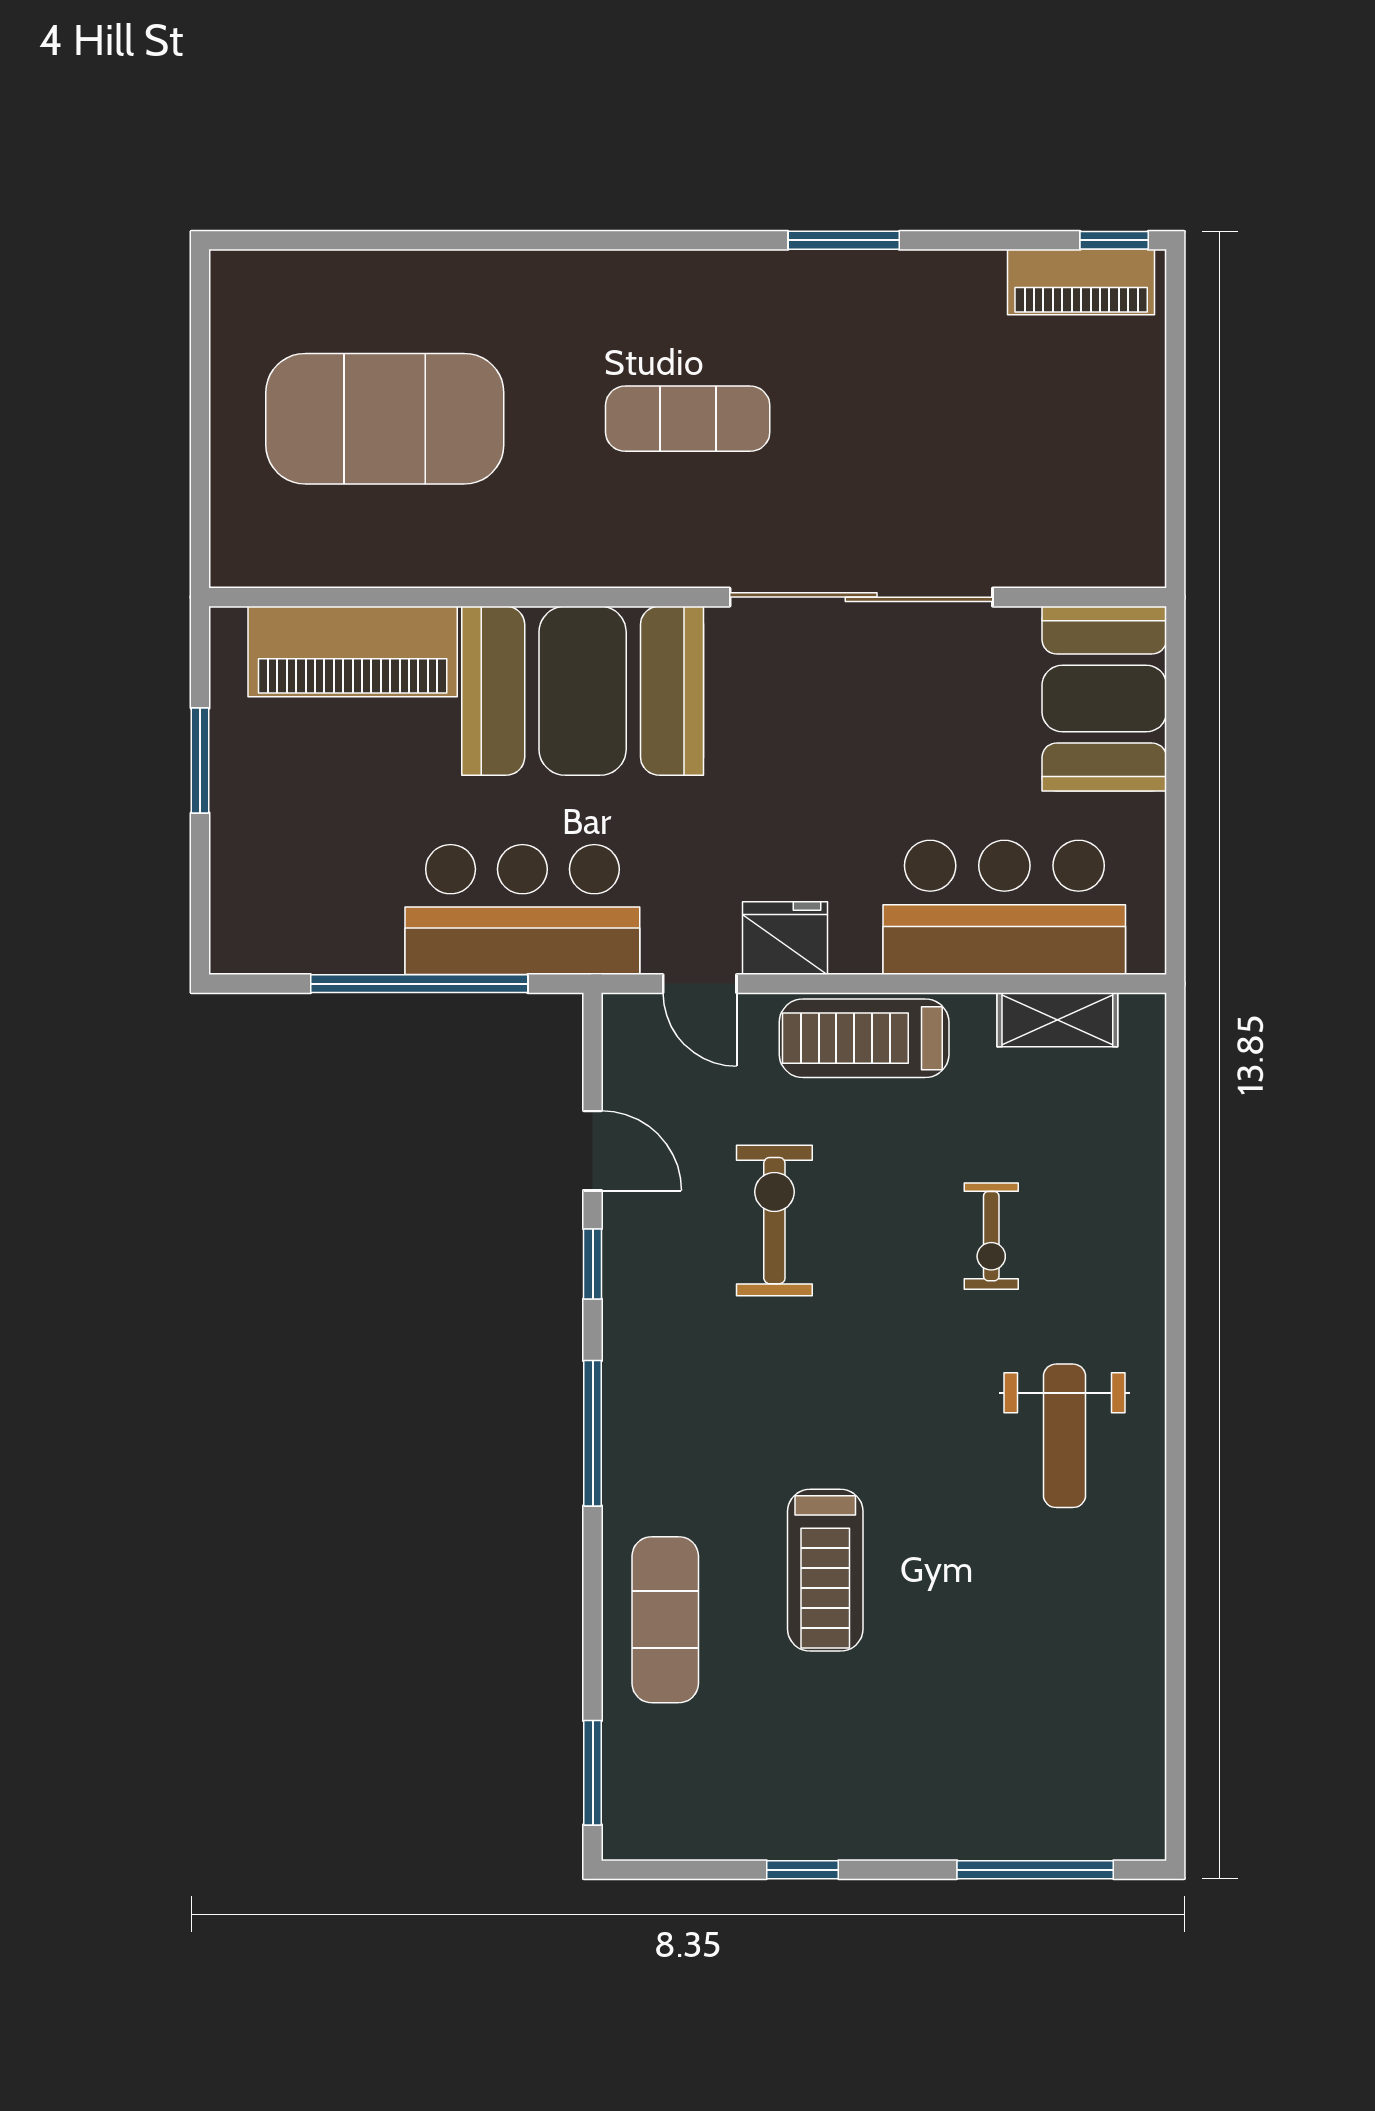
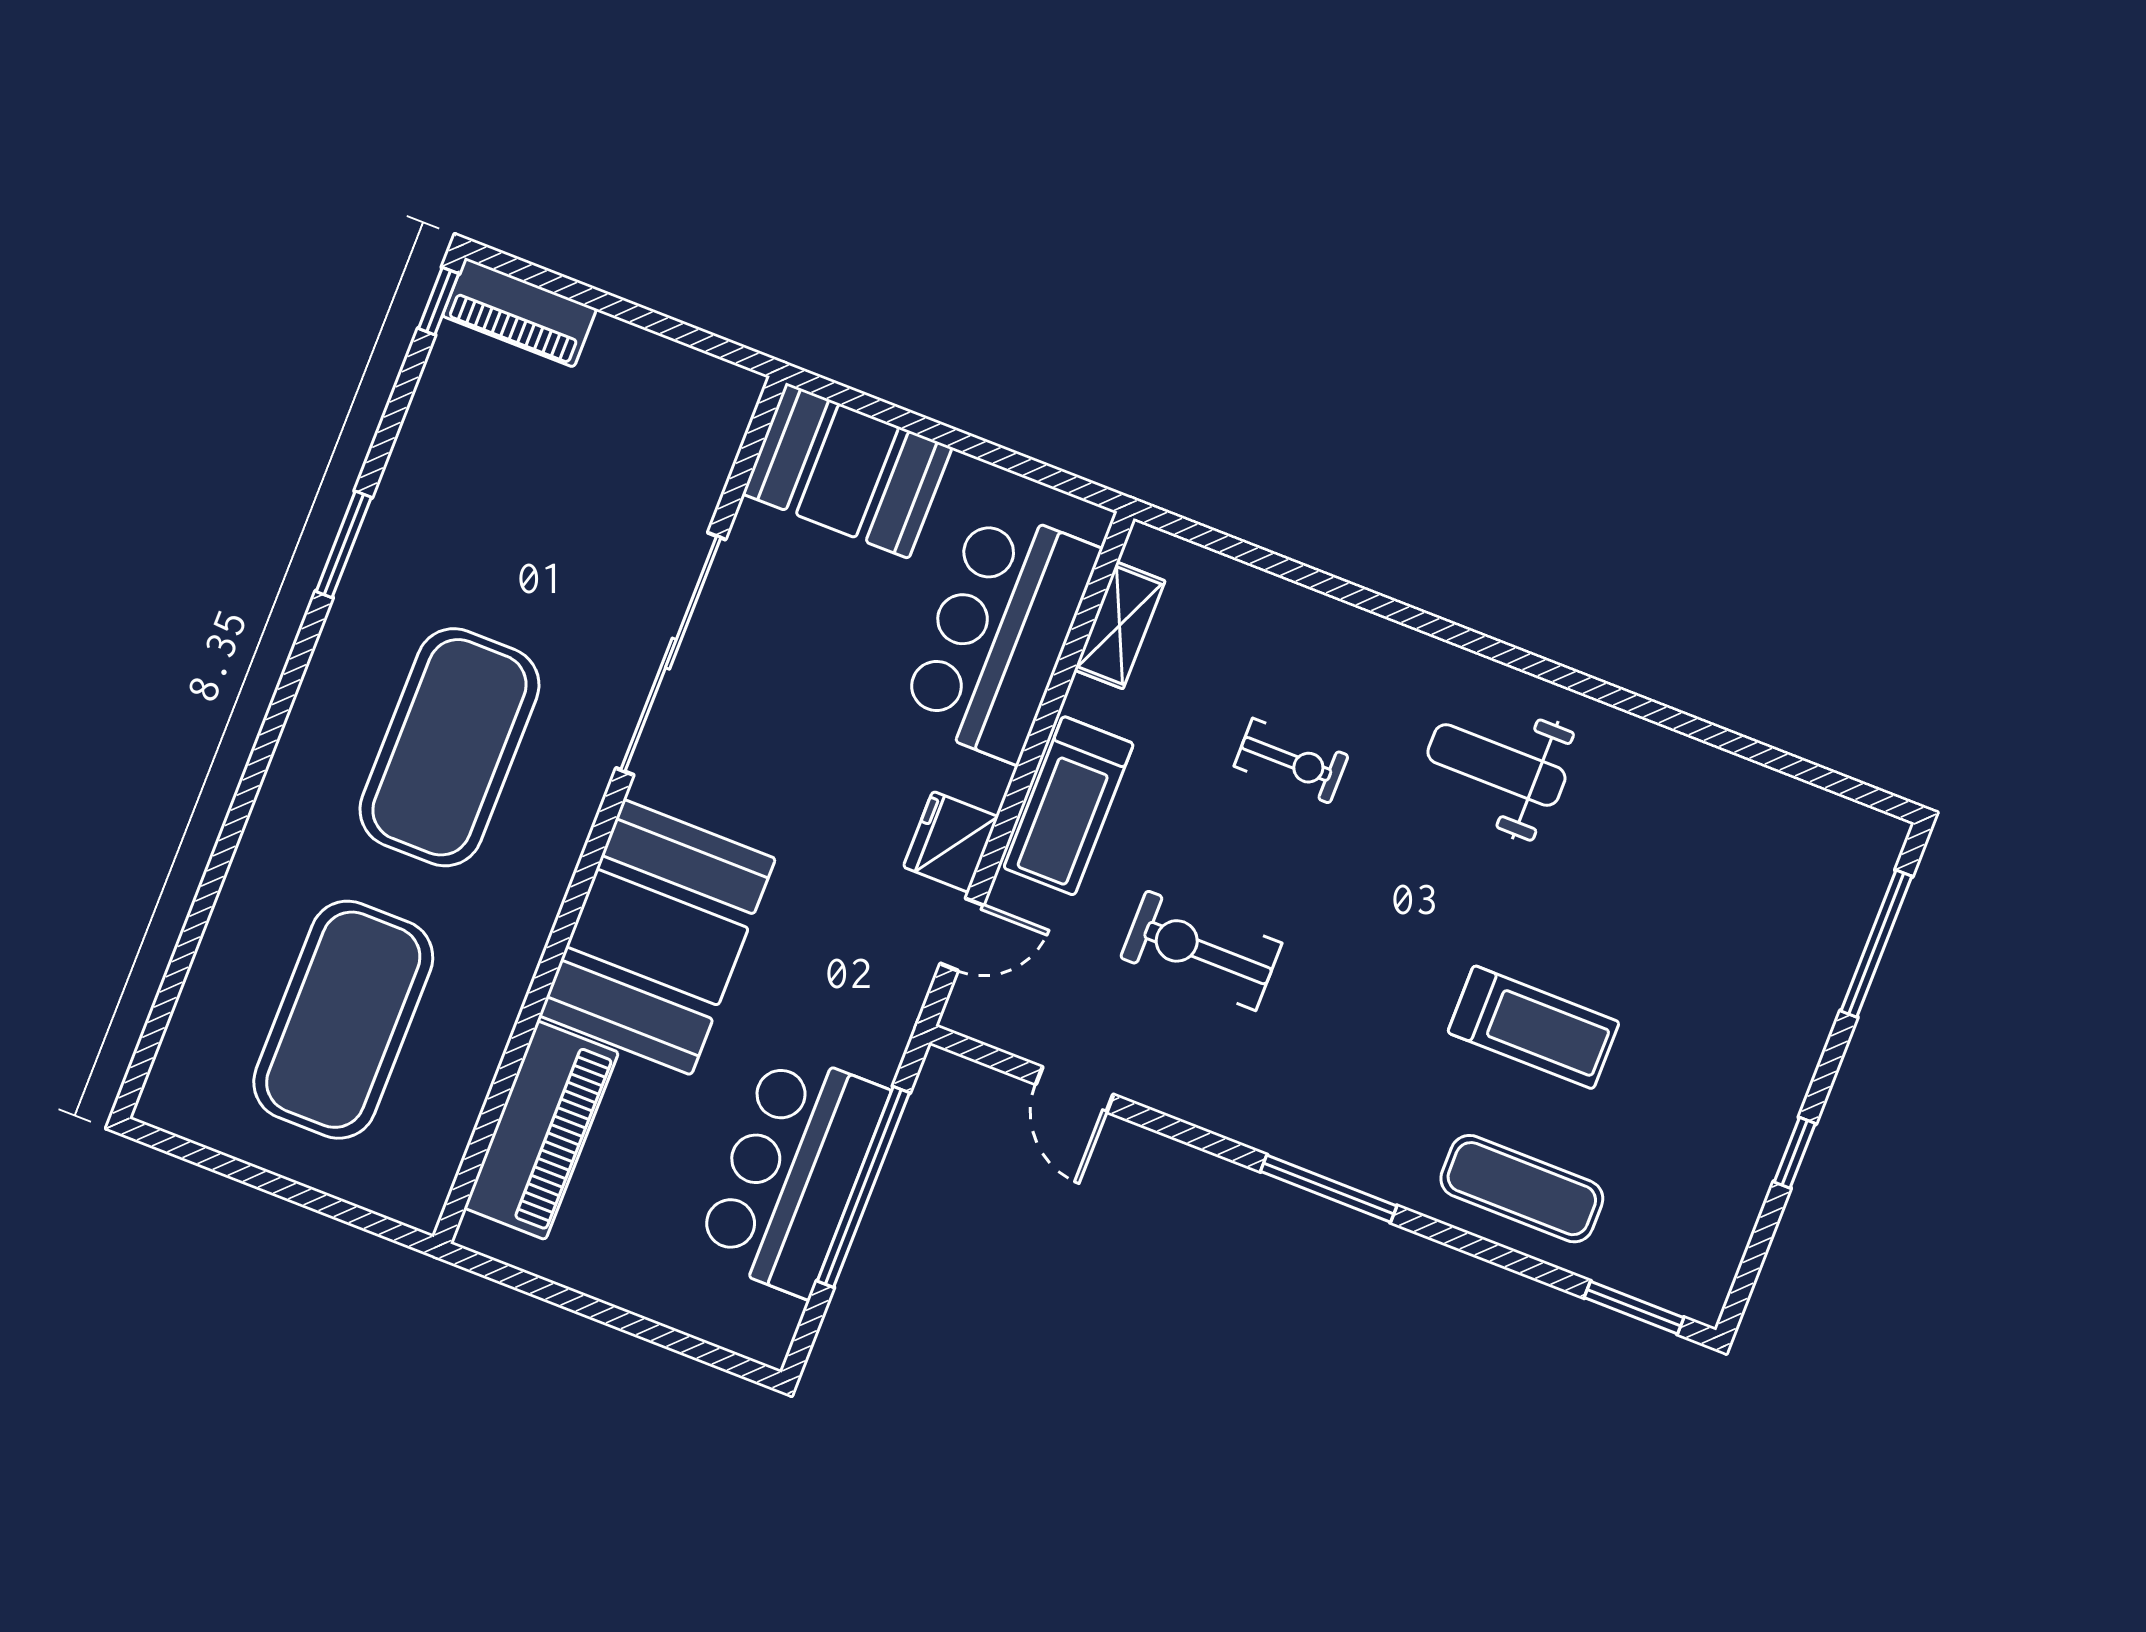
piano: (1081, 282) -> (519, 312), moved, turned 90
exercise mat: (688, 419) -> (449, 747), width x2.00, depth x1.45
window: (200, 761) -> (586, 1306), removed
bar counter: (522, 910) -> (792, 1173), moved
door: (593, 1151) -> (1074, 1089), swing flipped
window: (593, 1264) -> (1176, 1129), removed
weight bench: (1064, 1436) -> (1496, 765), turned 180

